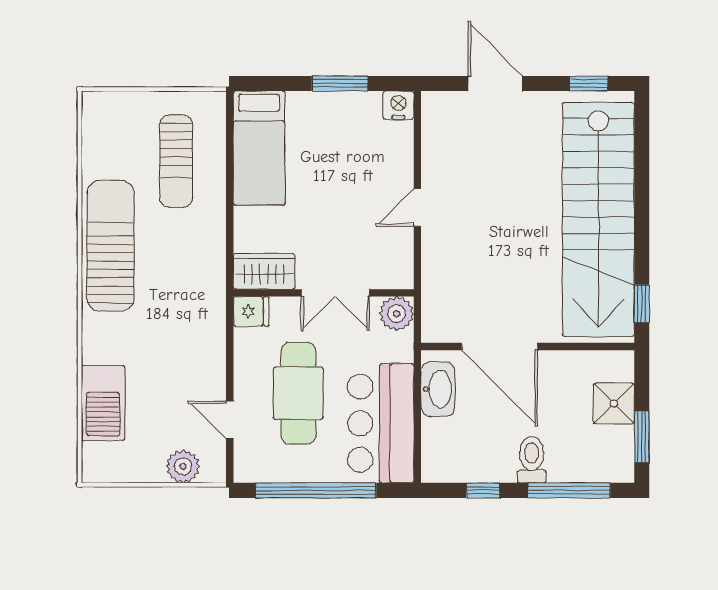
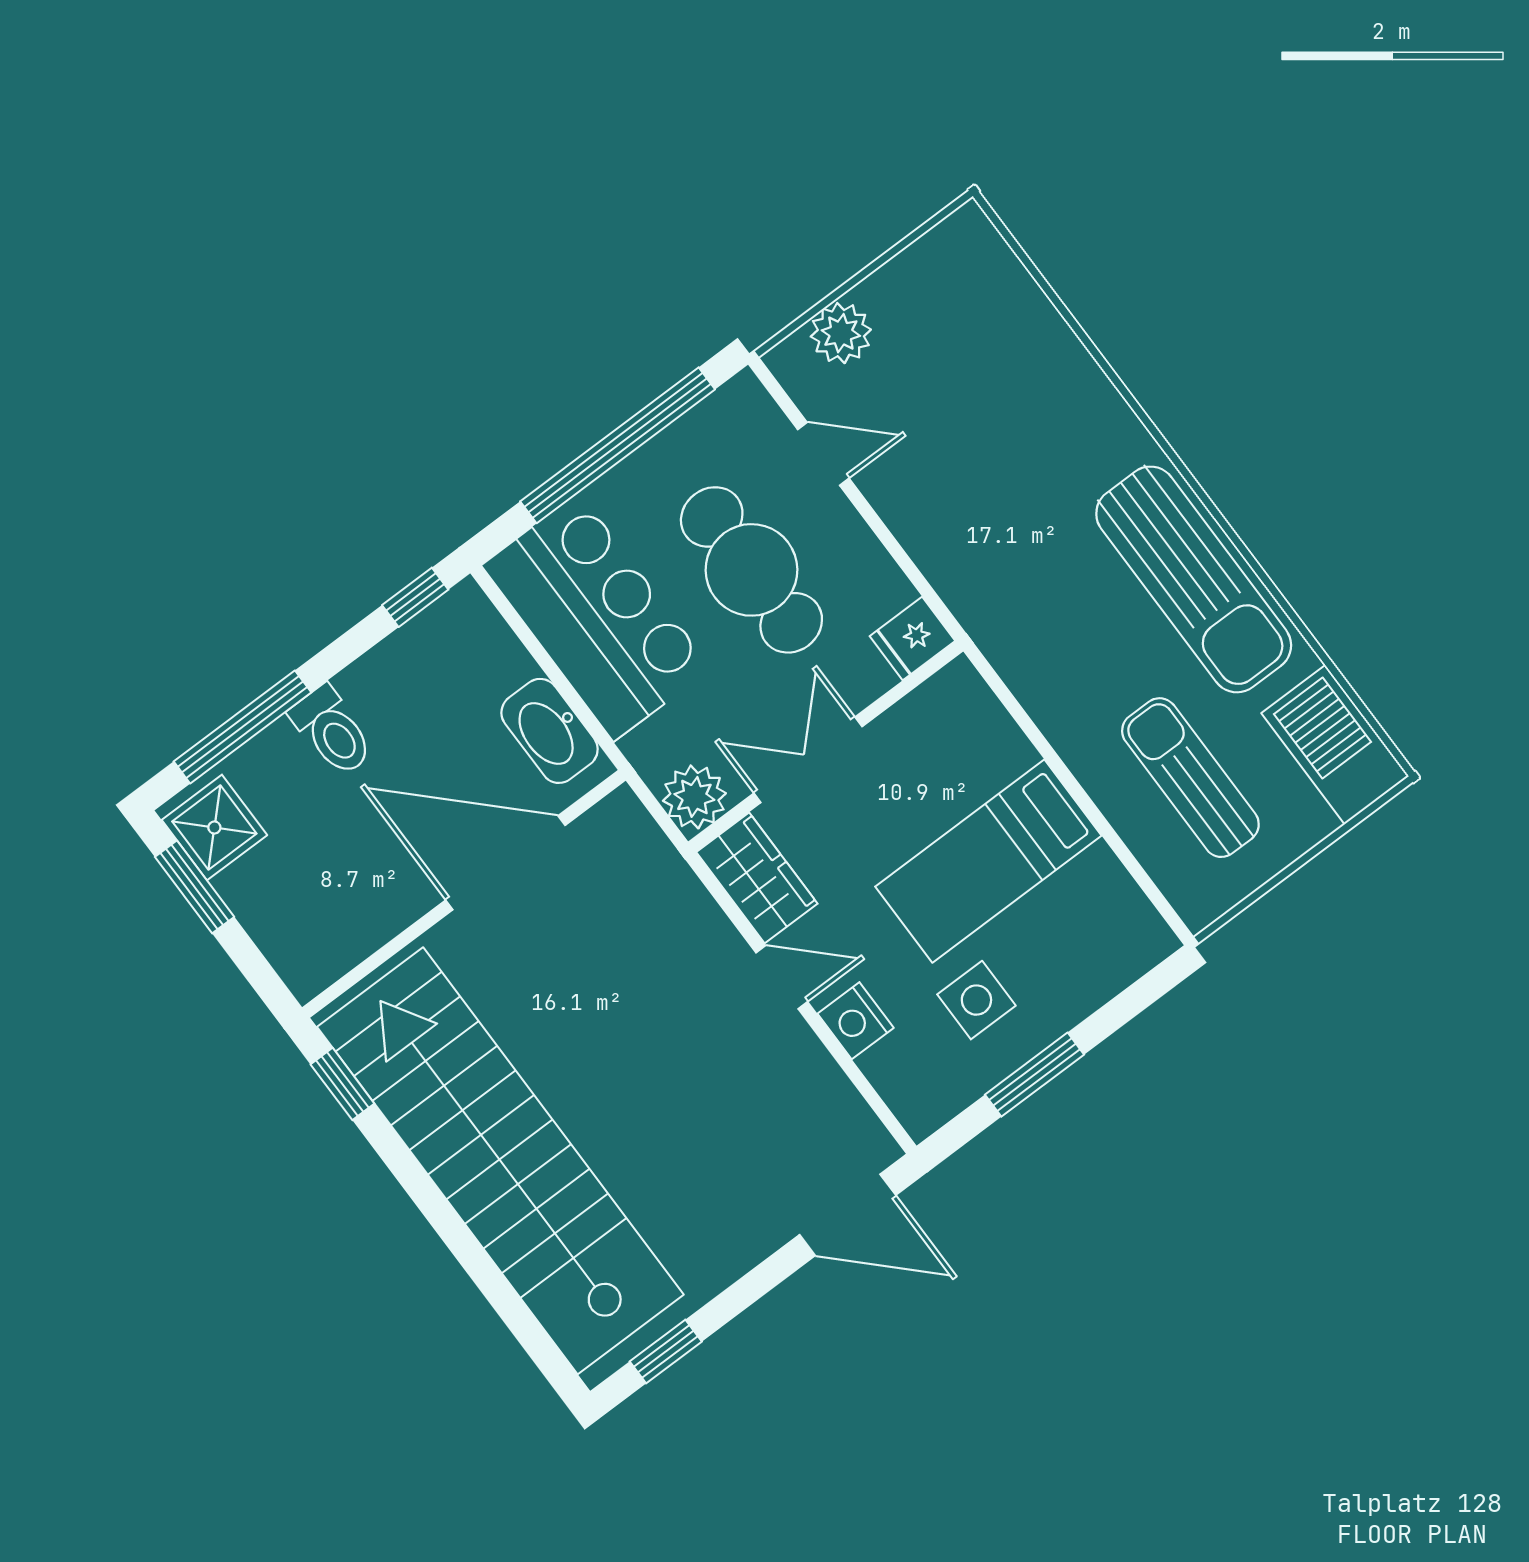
door: (495, 83) -> (848, 1215), moved
nightstand: (398, 105) -> (856, 1021), moved, turned 90
side table: (341, 134) -> (976, 1000), added
bed: (259, 148) -> (988, 861), moved, turned -90
door: (417, 207) -> (782, 977), hinge flipped
wardrobe: (264, 271) -> (757, 878), moved, turned -90
barbecue: (103, 403) -> (1335, 745), moved
shower: (614, 403) -> (214, 828), moved
window: (483, 490) -> (415, 597), moved

